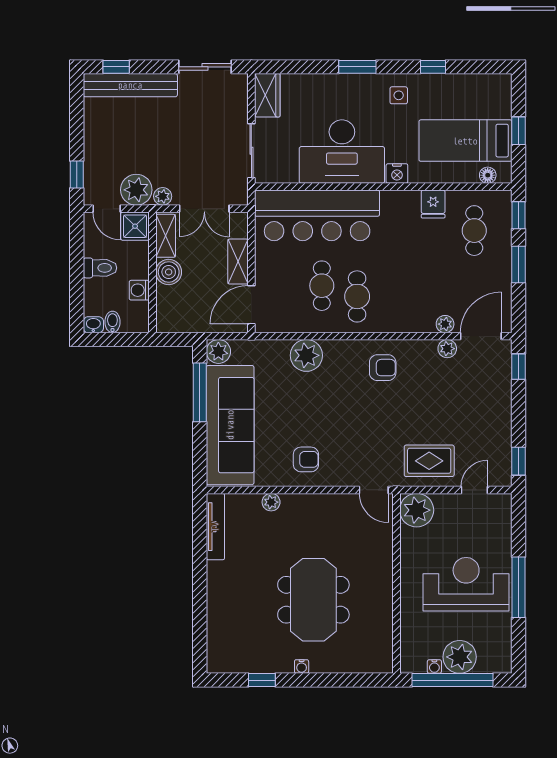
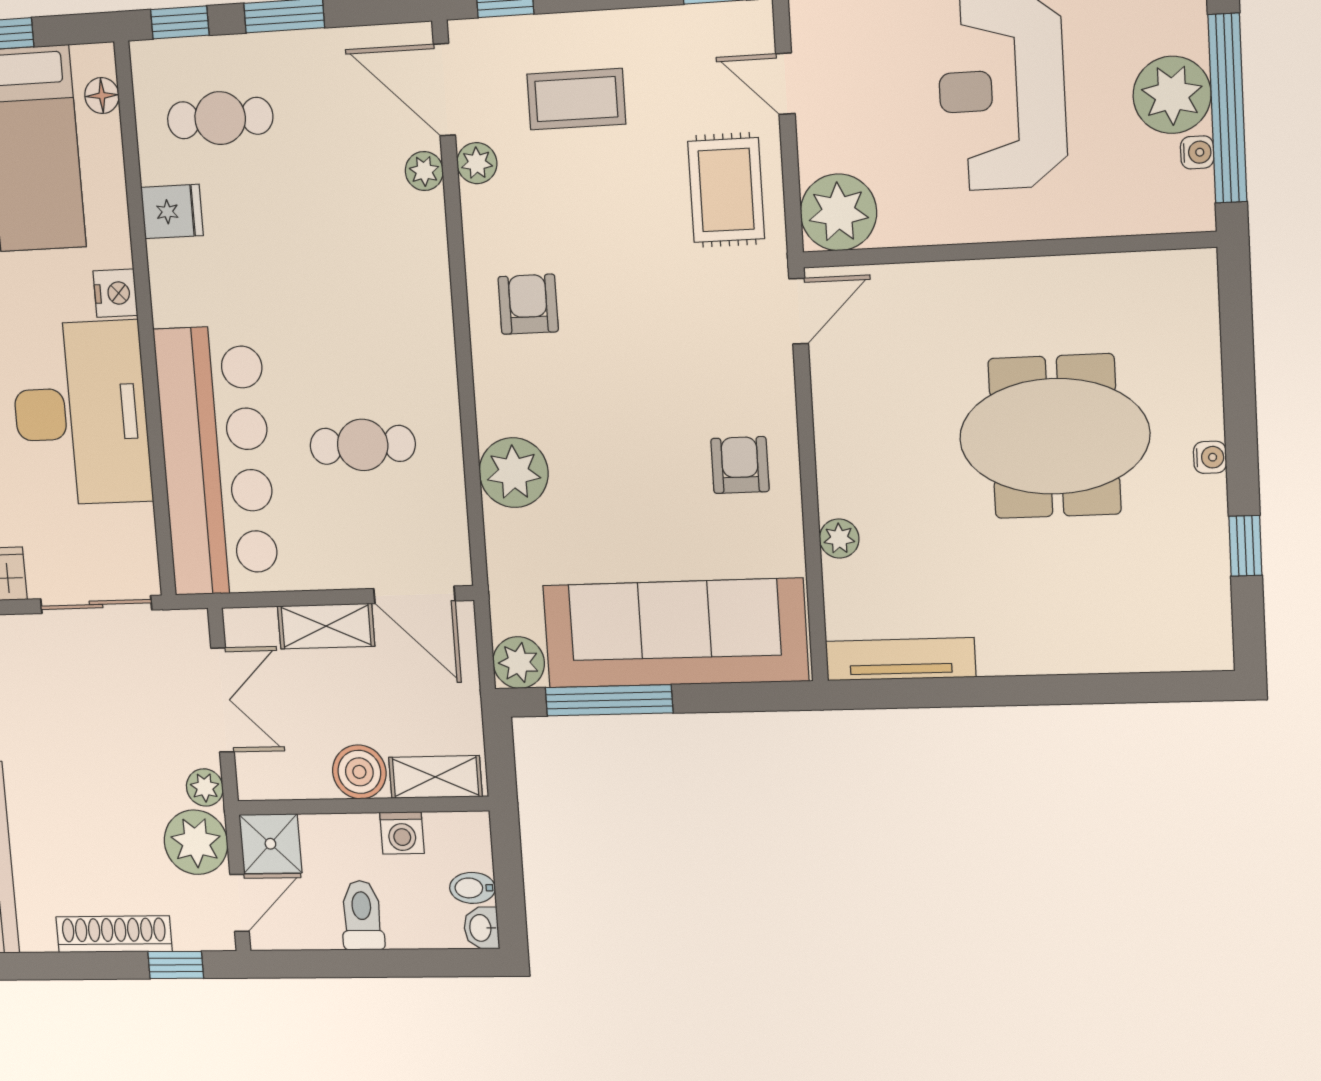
shoe rack: (92, 145) -> (114, 934), added
shelving: (166, 236) -> (435, 777), moved
cafe table: (357, 296) -> (380, 367), removed
coffee table: (473, 396) -> (576, 99), added

